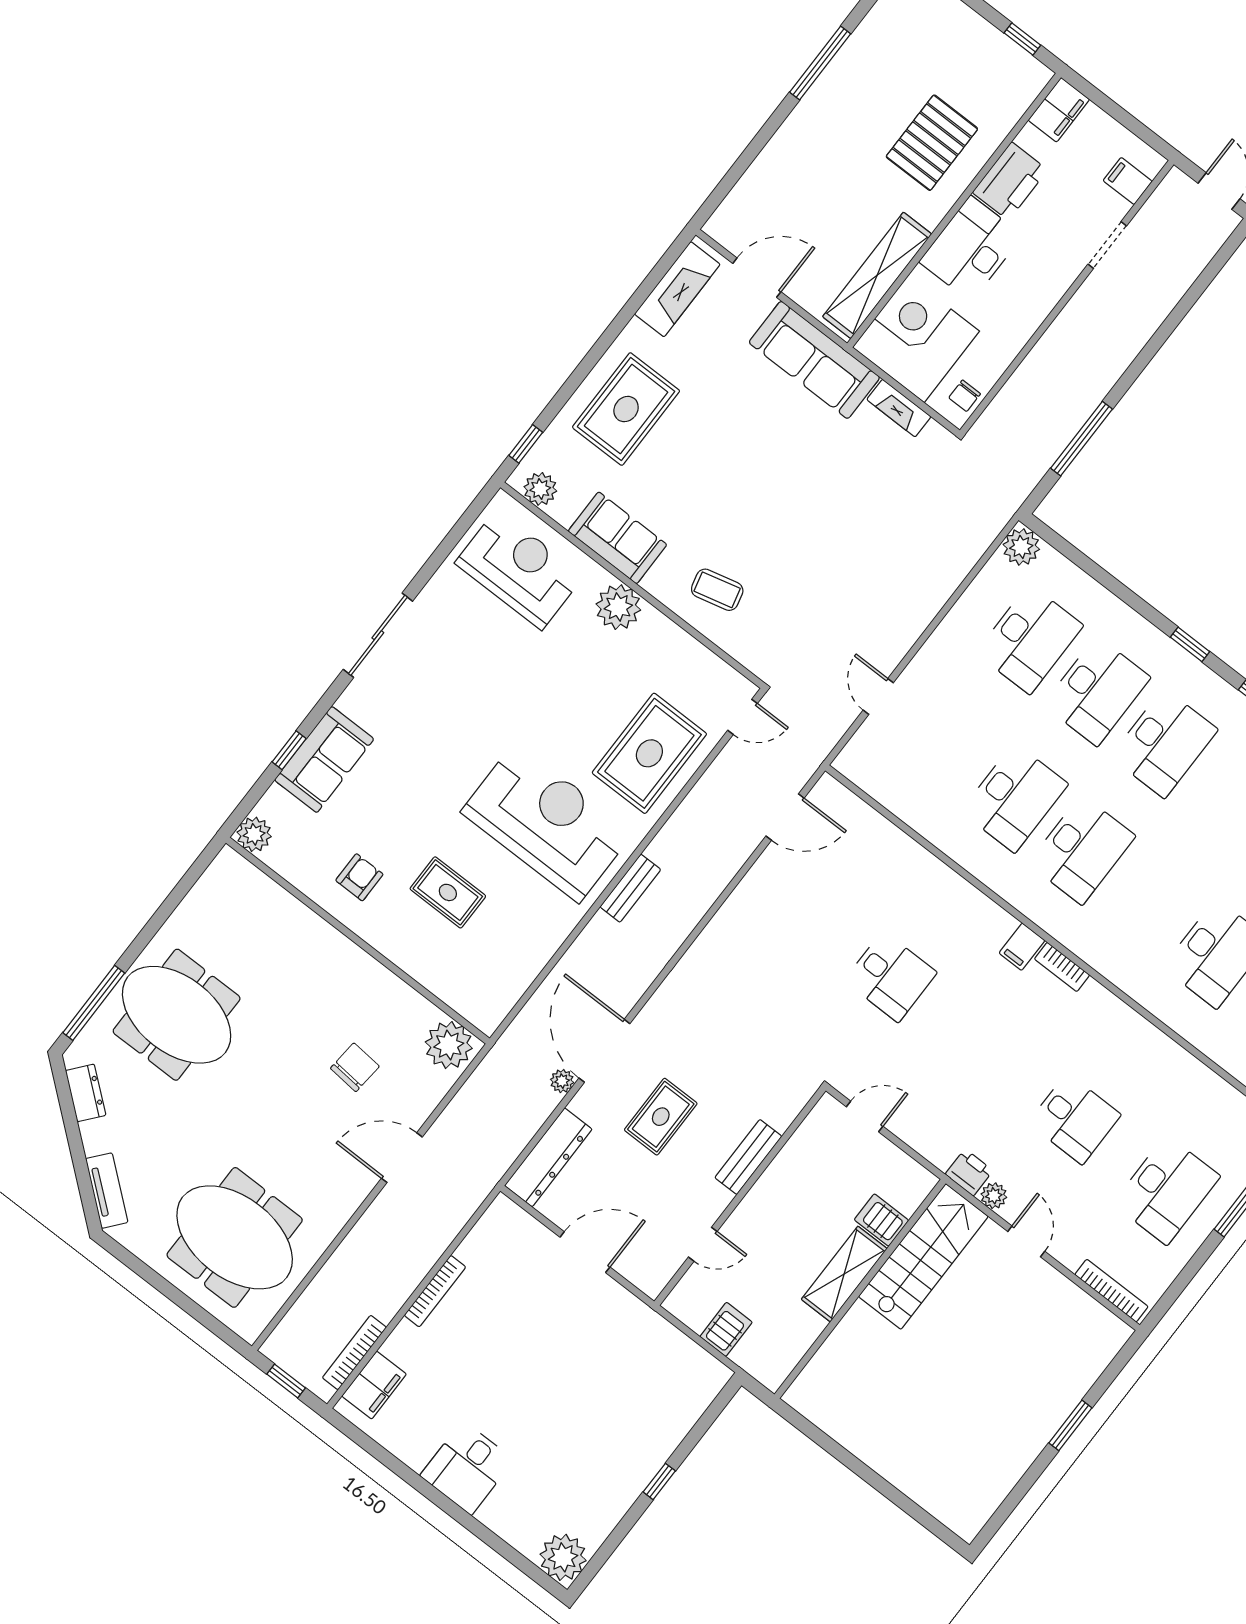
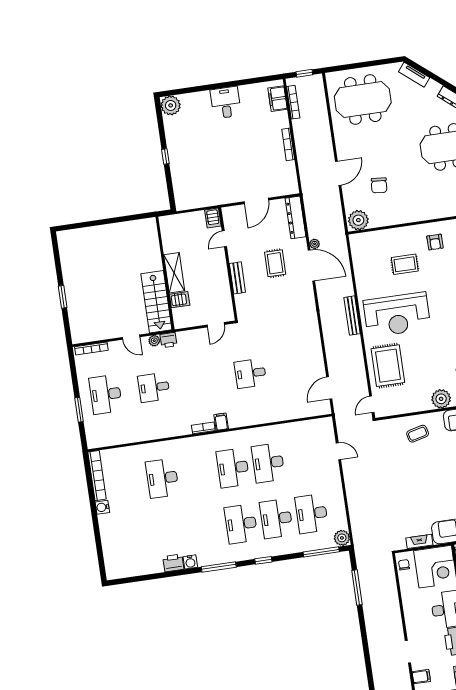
window: (1080, 559) -> (321, 552), added
bench: (630, 888) -> (352, 316), width x1.36
server rack: (726, 1329) -> (213, 218), moved

